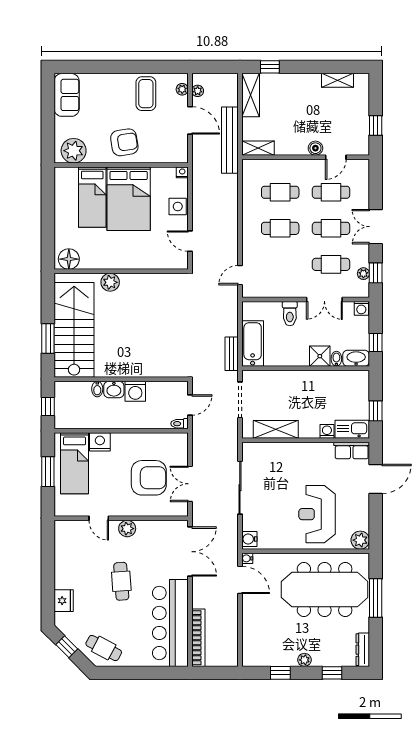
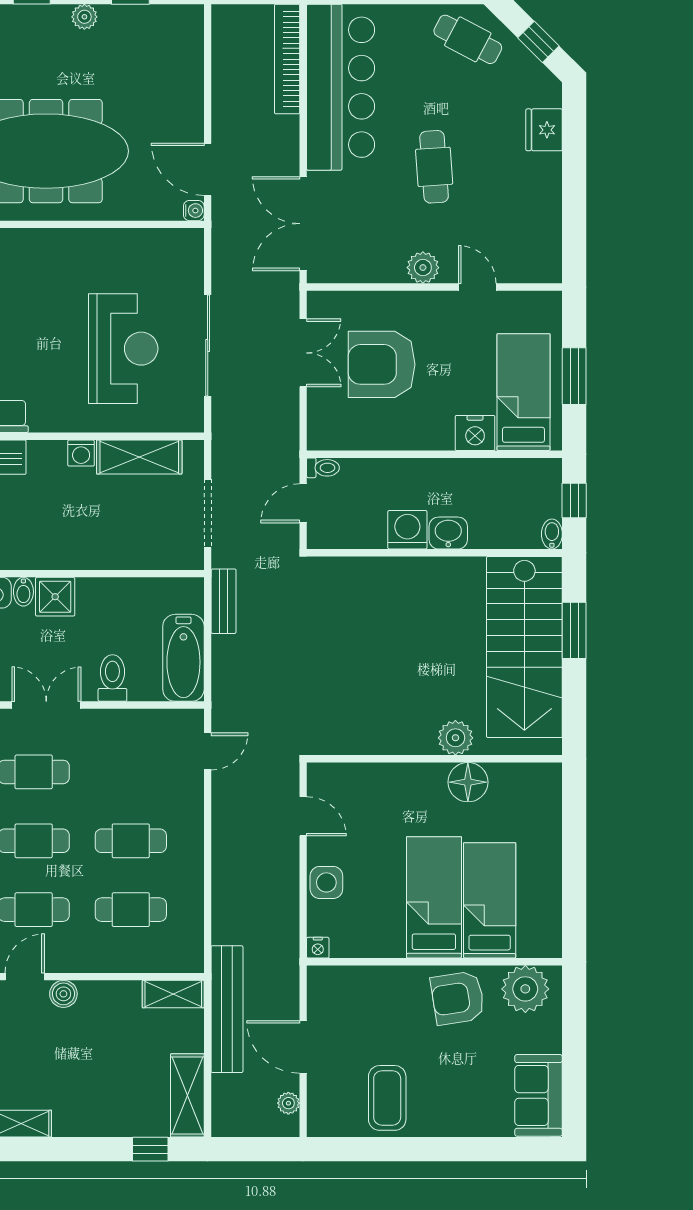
plant: (182, 89) -> (318, 1106), removed
armchair: (124, 142) -> (458, 998), moved
bed: (129, 199) -> (434, 897), width x0.67
floor lamp: (69, 259) -> (468, 782), moved
bathtub: (253, 344) -> (183, 658), moved
bidet: (97, 389) -> (552, 534), moved
washing machine: (327, 431) -> (81, 453), moved
reception desk: (317, 514) -> (123, 349), moved
water cooler: (249, 539) -> (190, 248), removed

